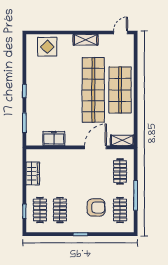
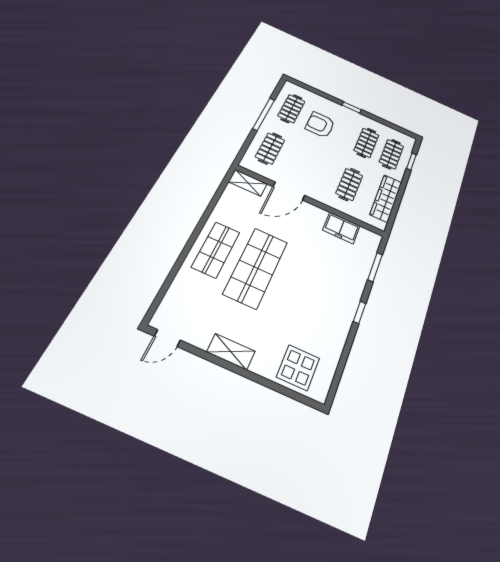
shop shelf: (93, 90) -> (256, 268), width x0.71
shop shelf: (120, 90) -> (216, 250), width x0.70, depth x0.74
clothes rail: (60, 172) -> (349, 184), added
wardrobe: (33, 174) -> (386, 198), width x1.50

